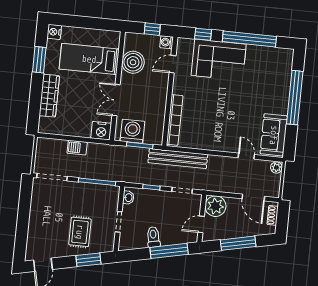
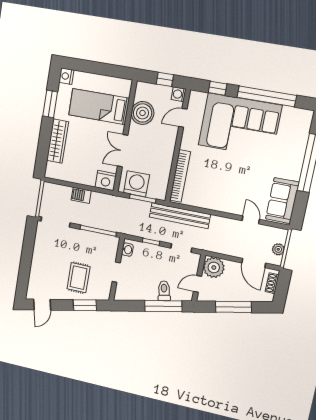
corner sofa: (219, 60) -> (240, 125), width x1.36, depth x1.36
plant: (276, 168) -> (278, 249), moved
toilet: (153, 237) -> (164, 291), moved

